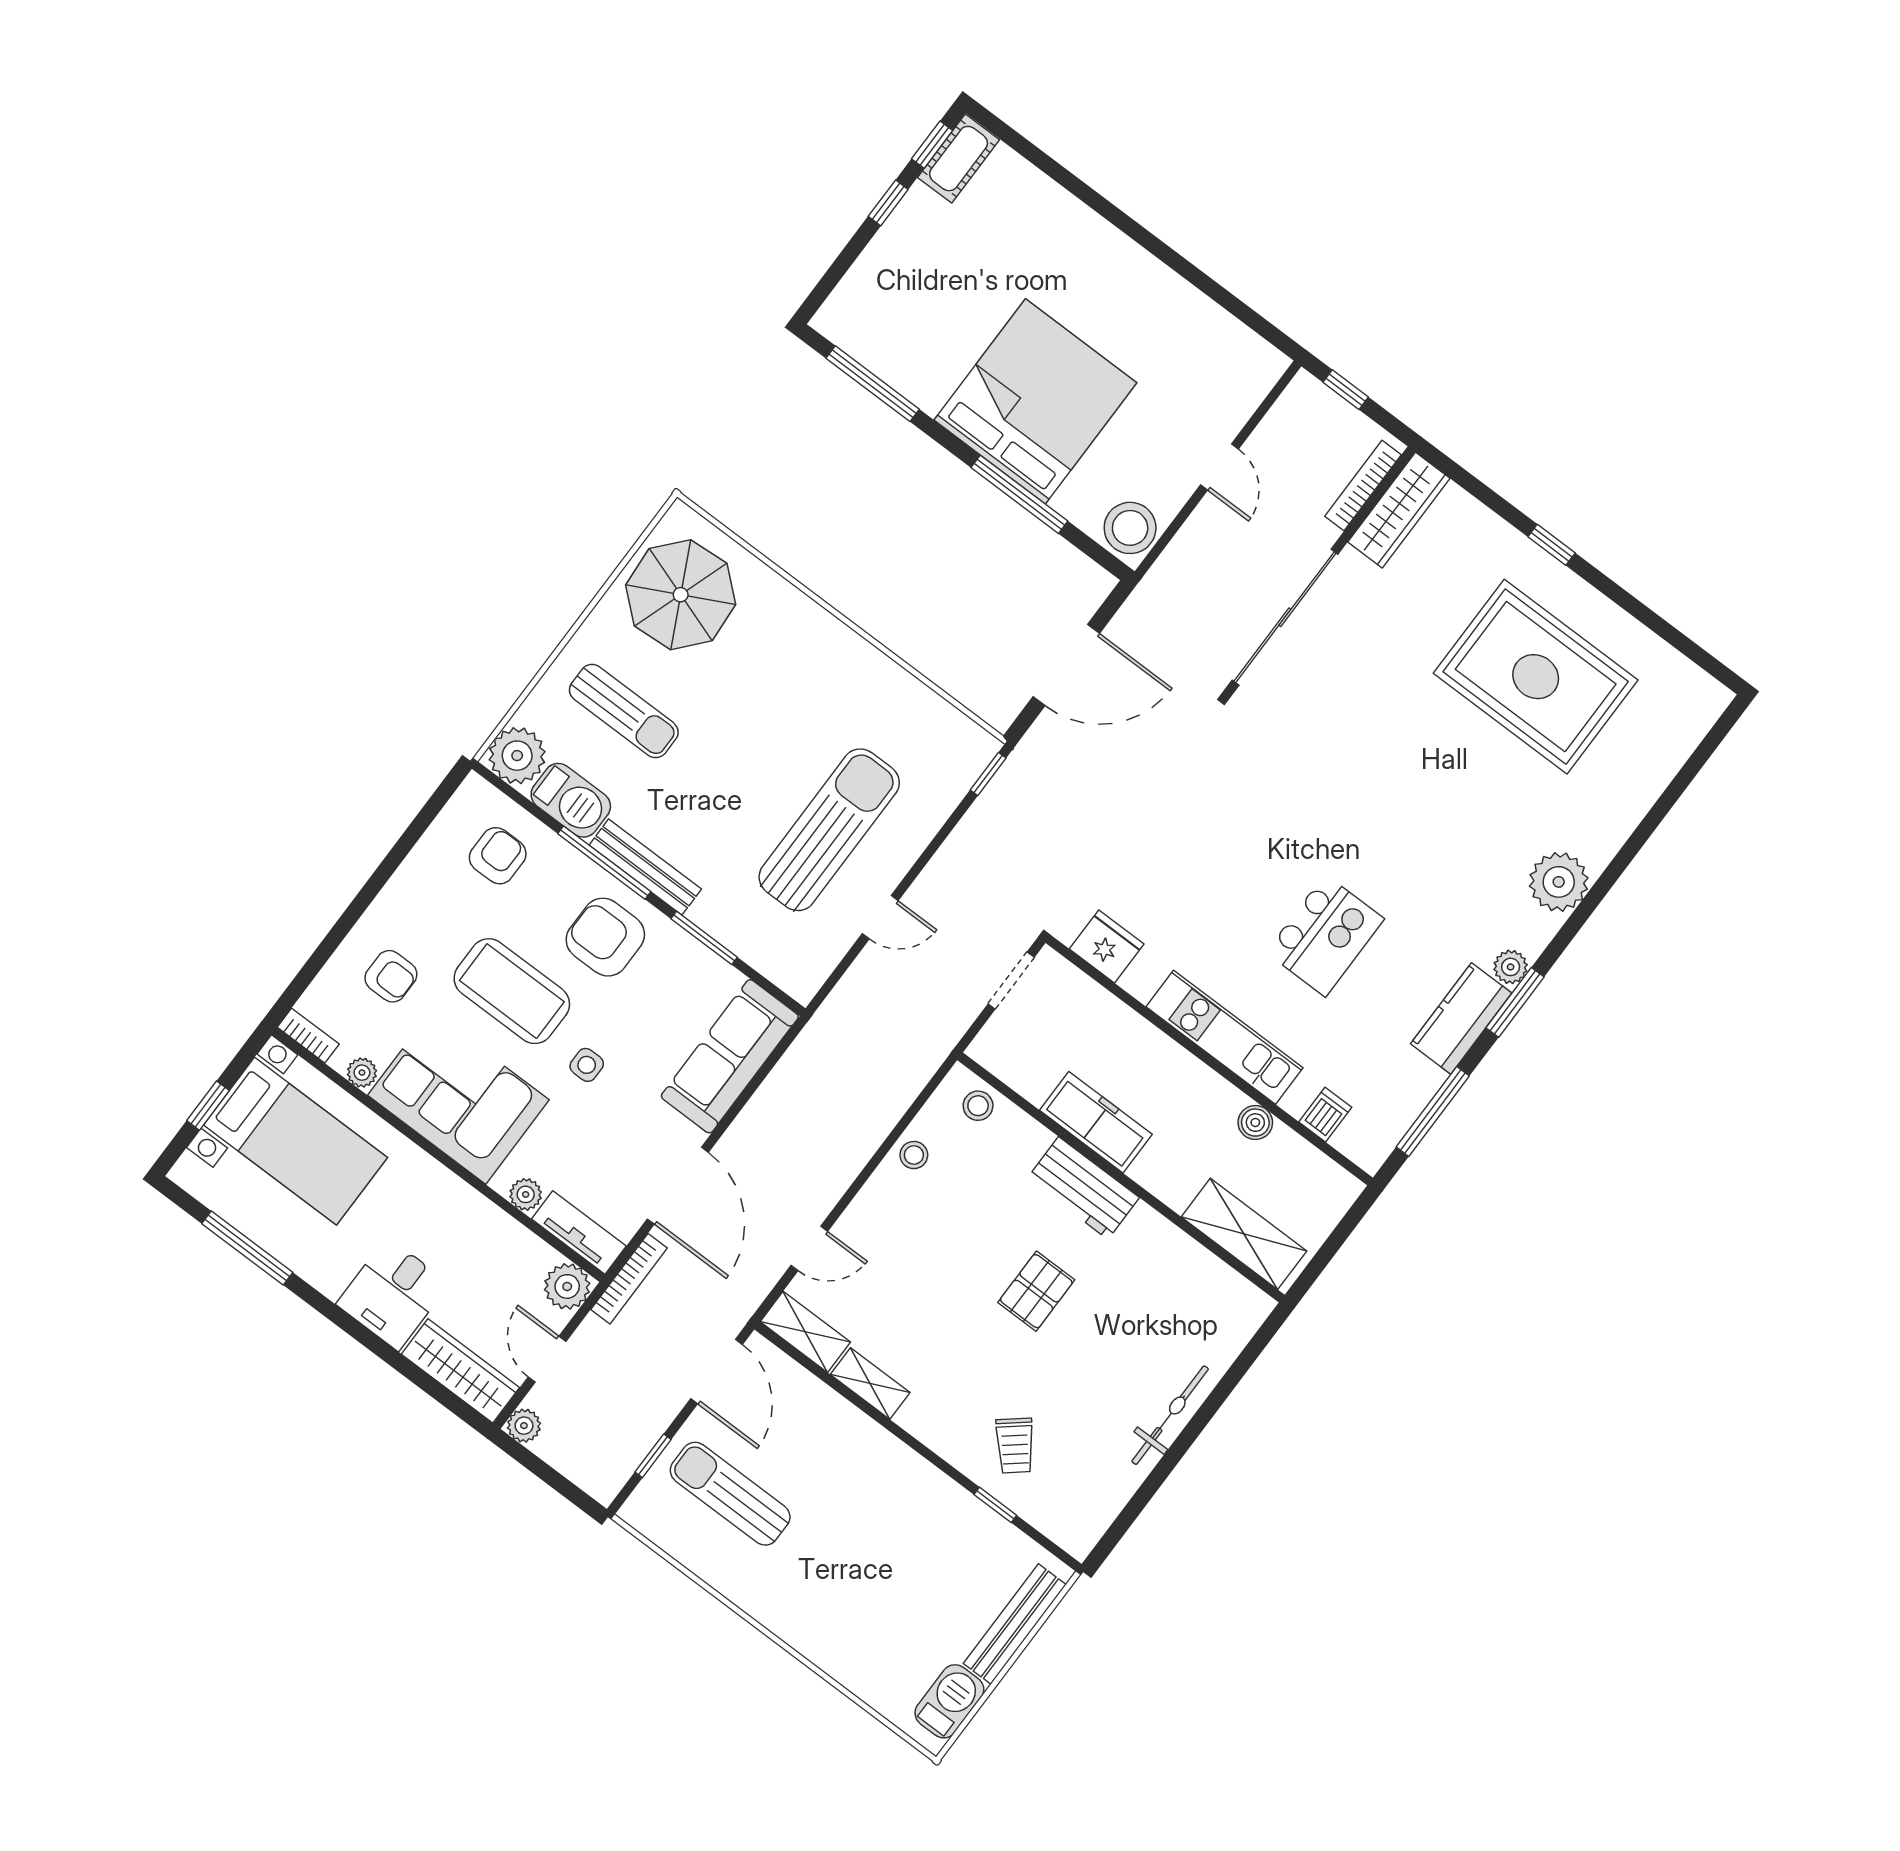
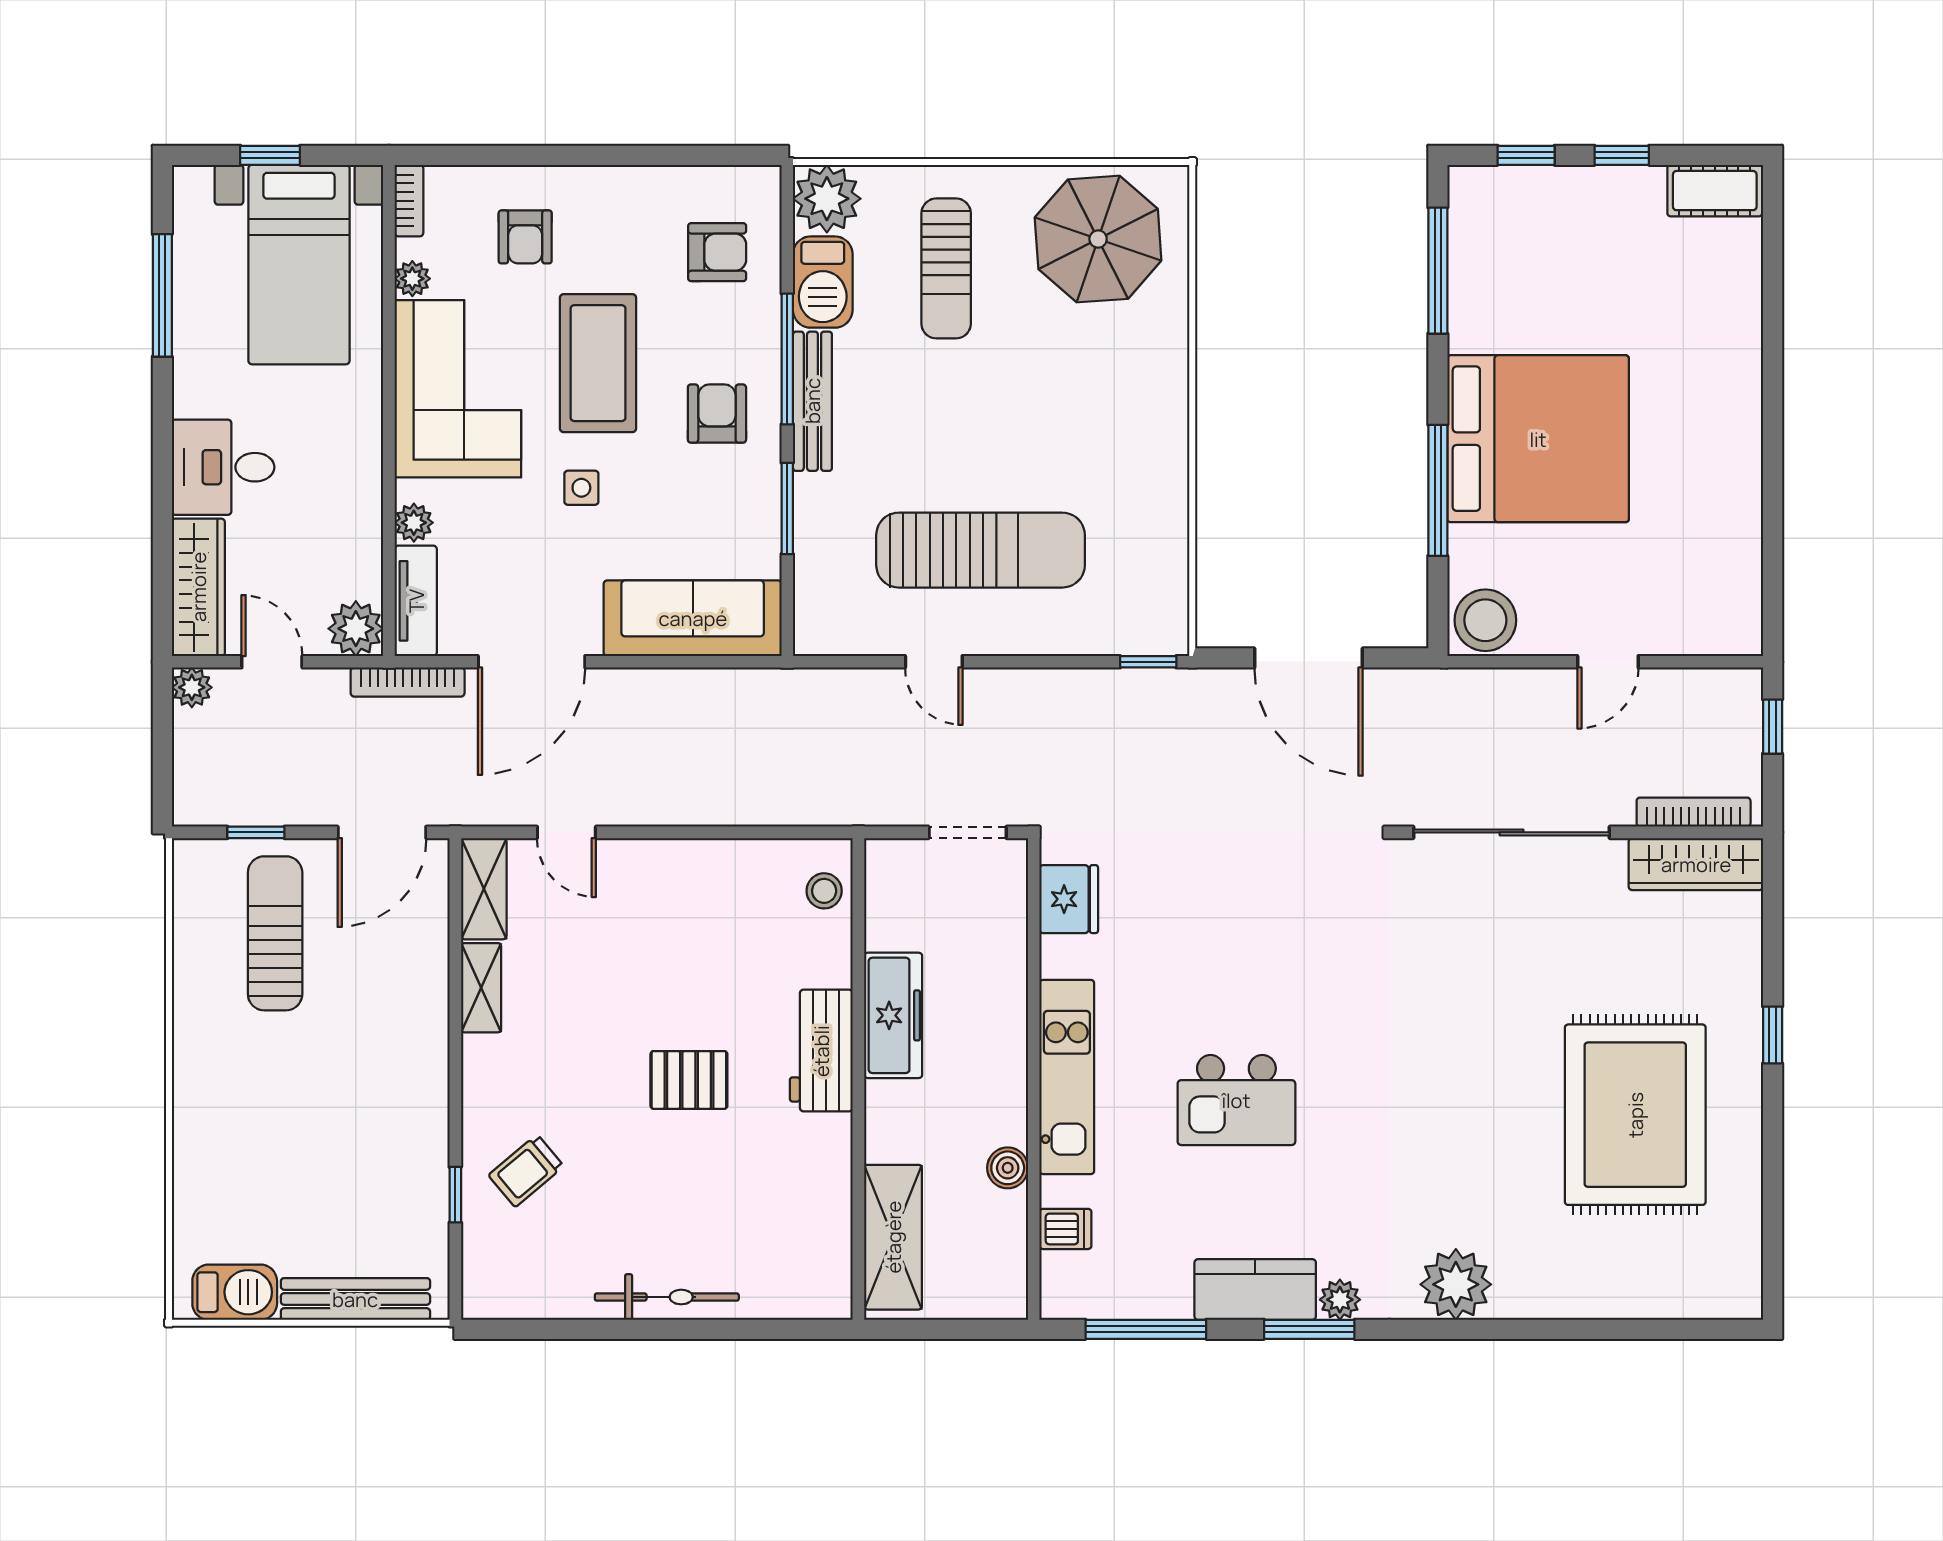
window: (932, 145) -> (1526, 155), moved
armchair: (605, 937) -> (717, 414), width x0.72, depth x0.72
stool: (914, 1155) -> (731, 865), removed
door: (547, 1359) -> (272, 662), hinge flipped

